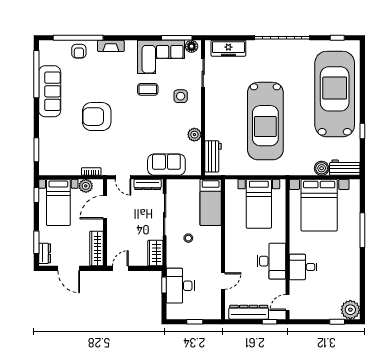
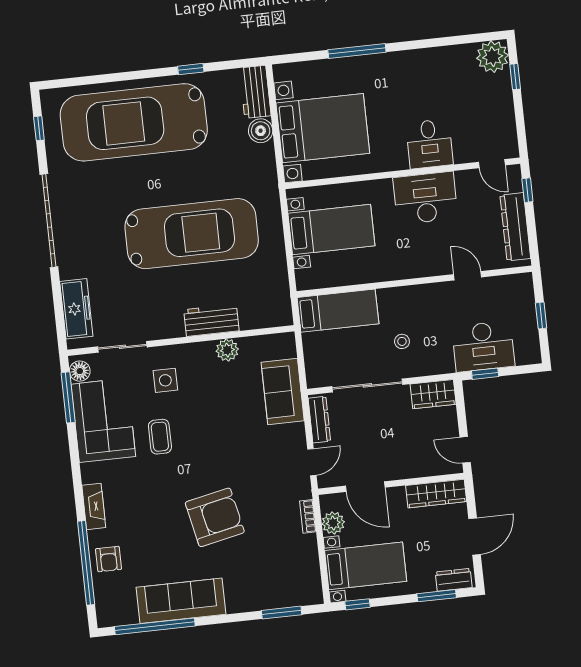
armchair: (79, 51) -> (109, 559), turned 90
armchair: (97, 117) -> (215, 517), turned -102
workbench: (213, 156) -> (211, 320), moved

